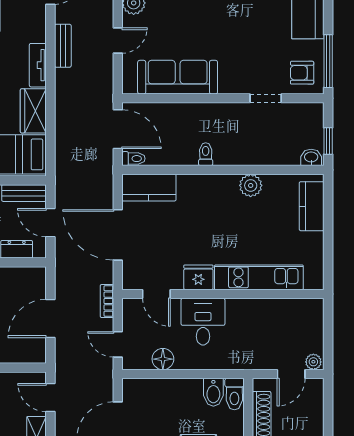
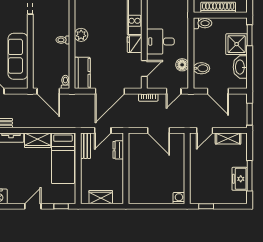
door: (118, 129) -> (48, 91), swing flipped
plant: (251, 185) -> (81, 35), moved
bidet: (213, 392) -> (201, 68), moved

